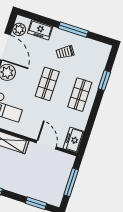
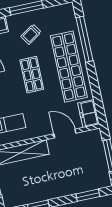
window: (104, 80) -> (85, 39), width x2.11
shop shelf: (80, 95) -> (69, 67), width x2.00, depth x1.36

